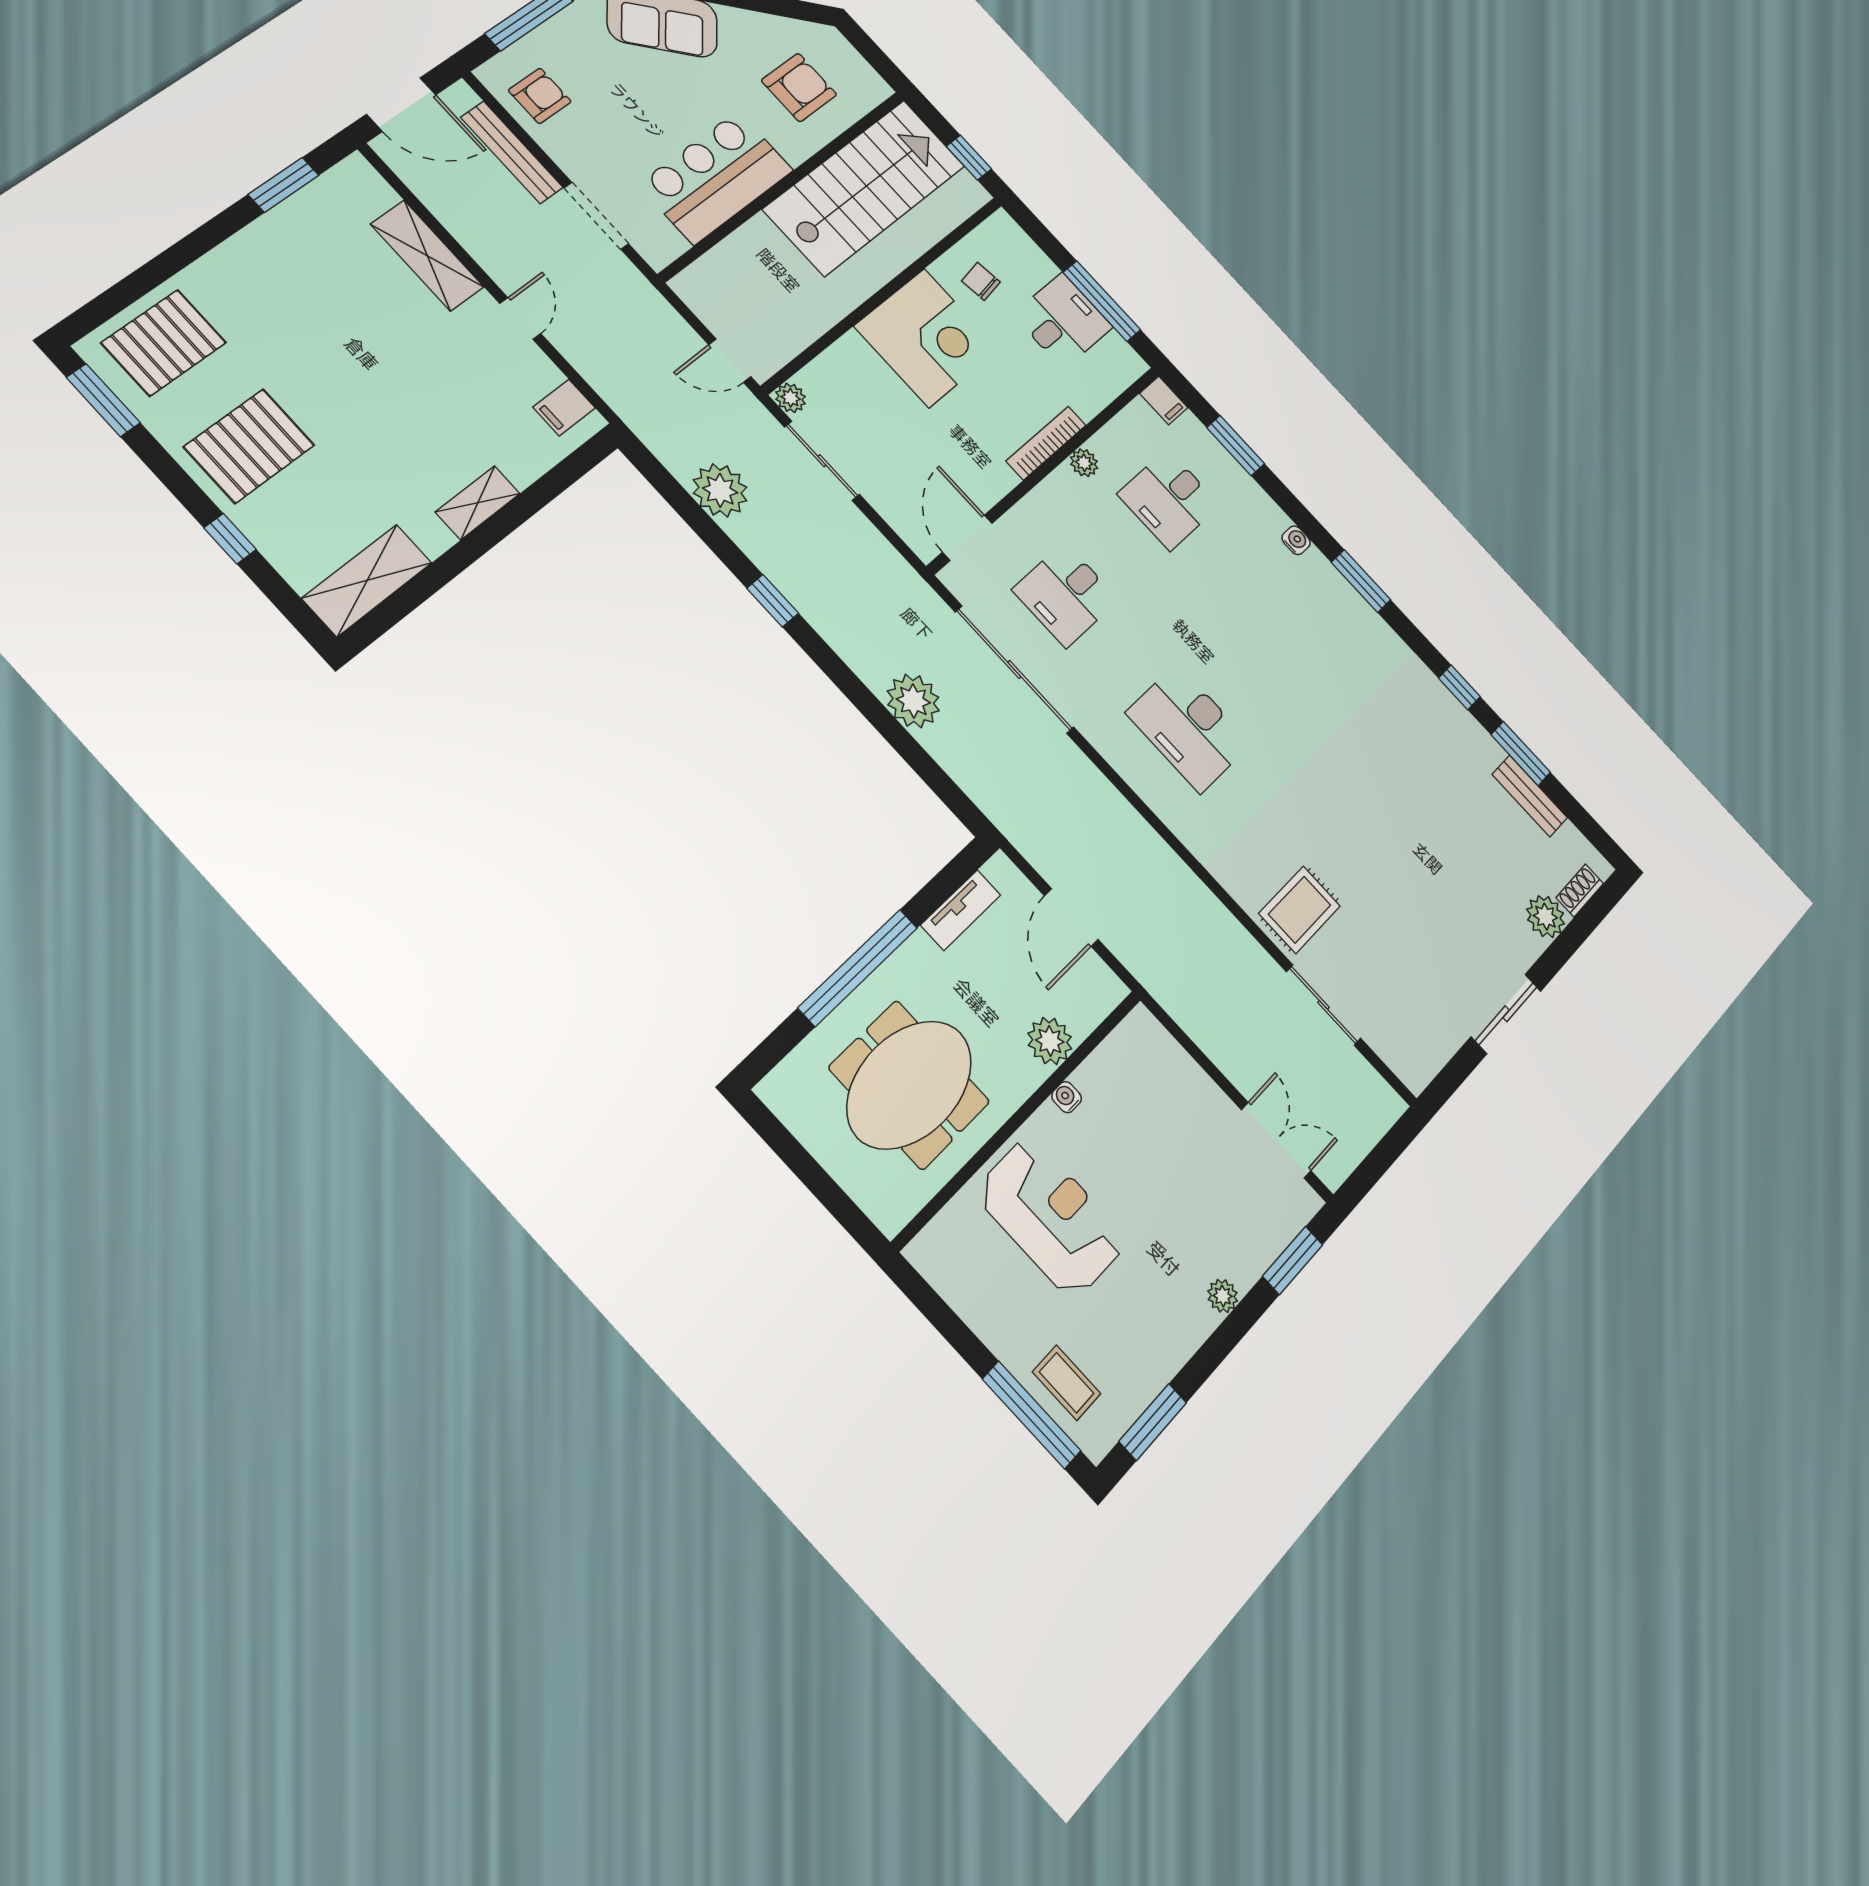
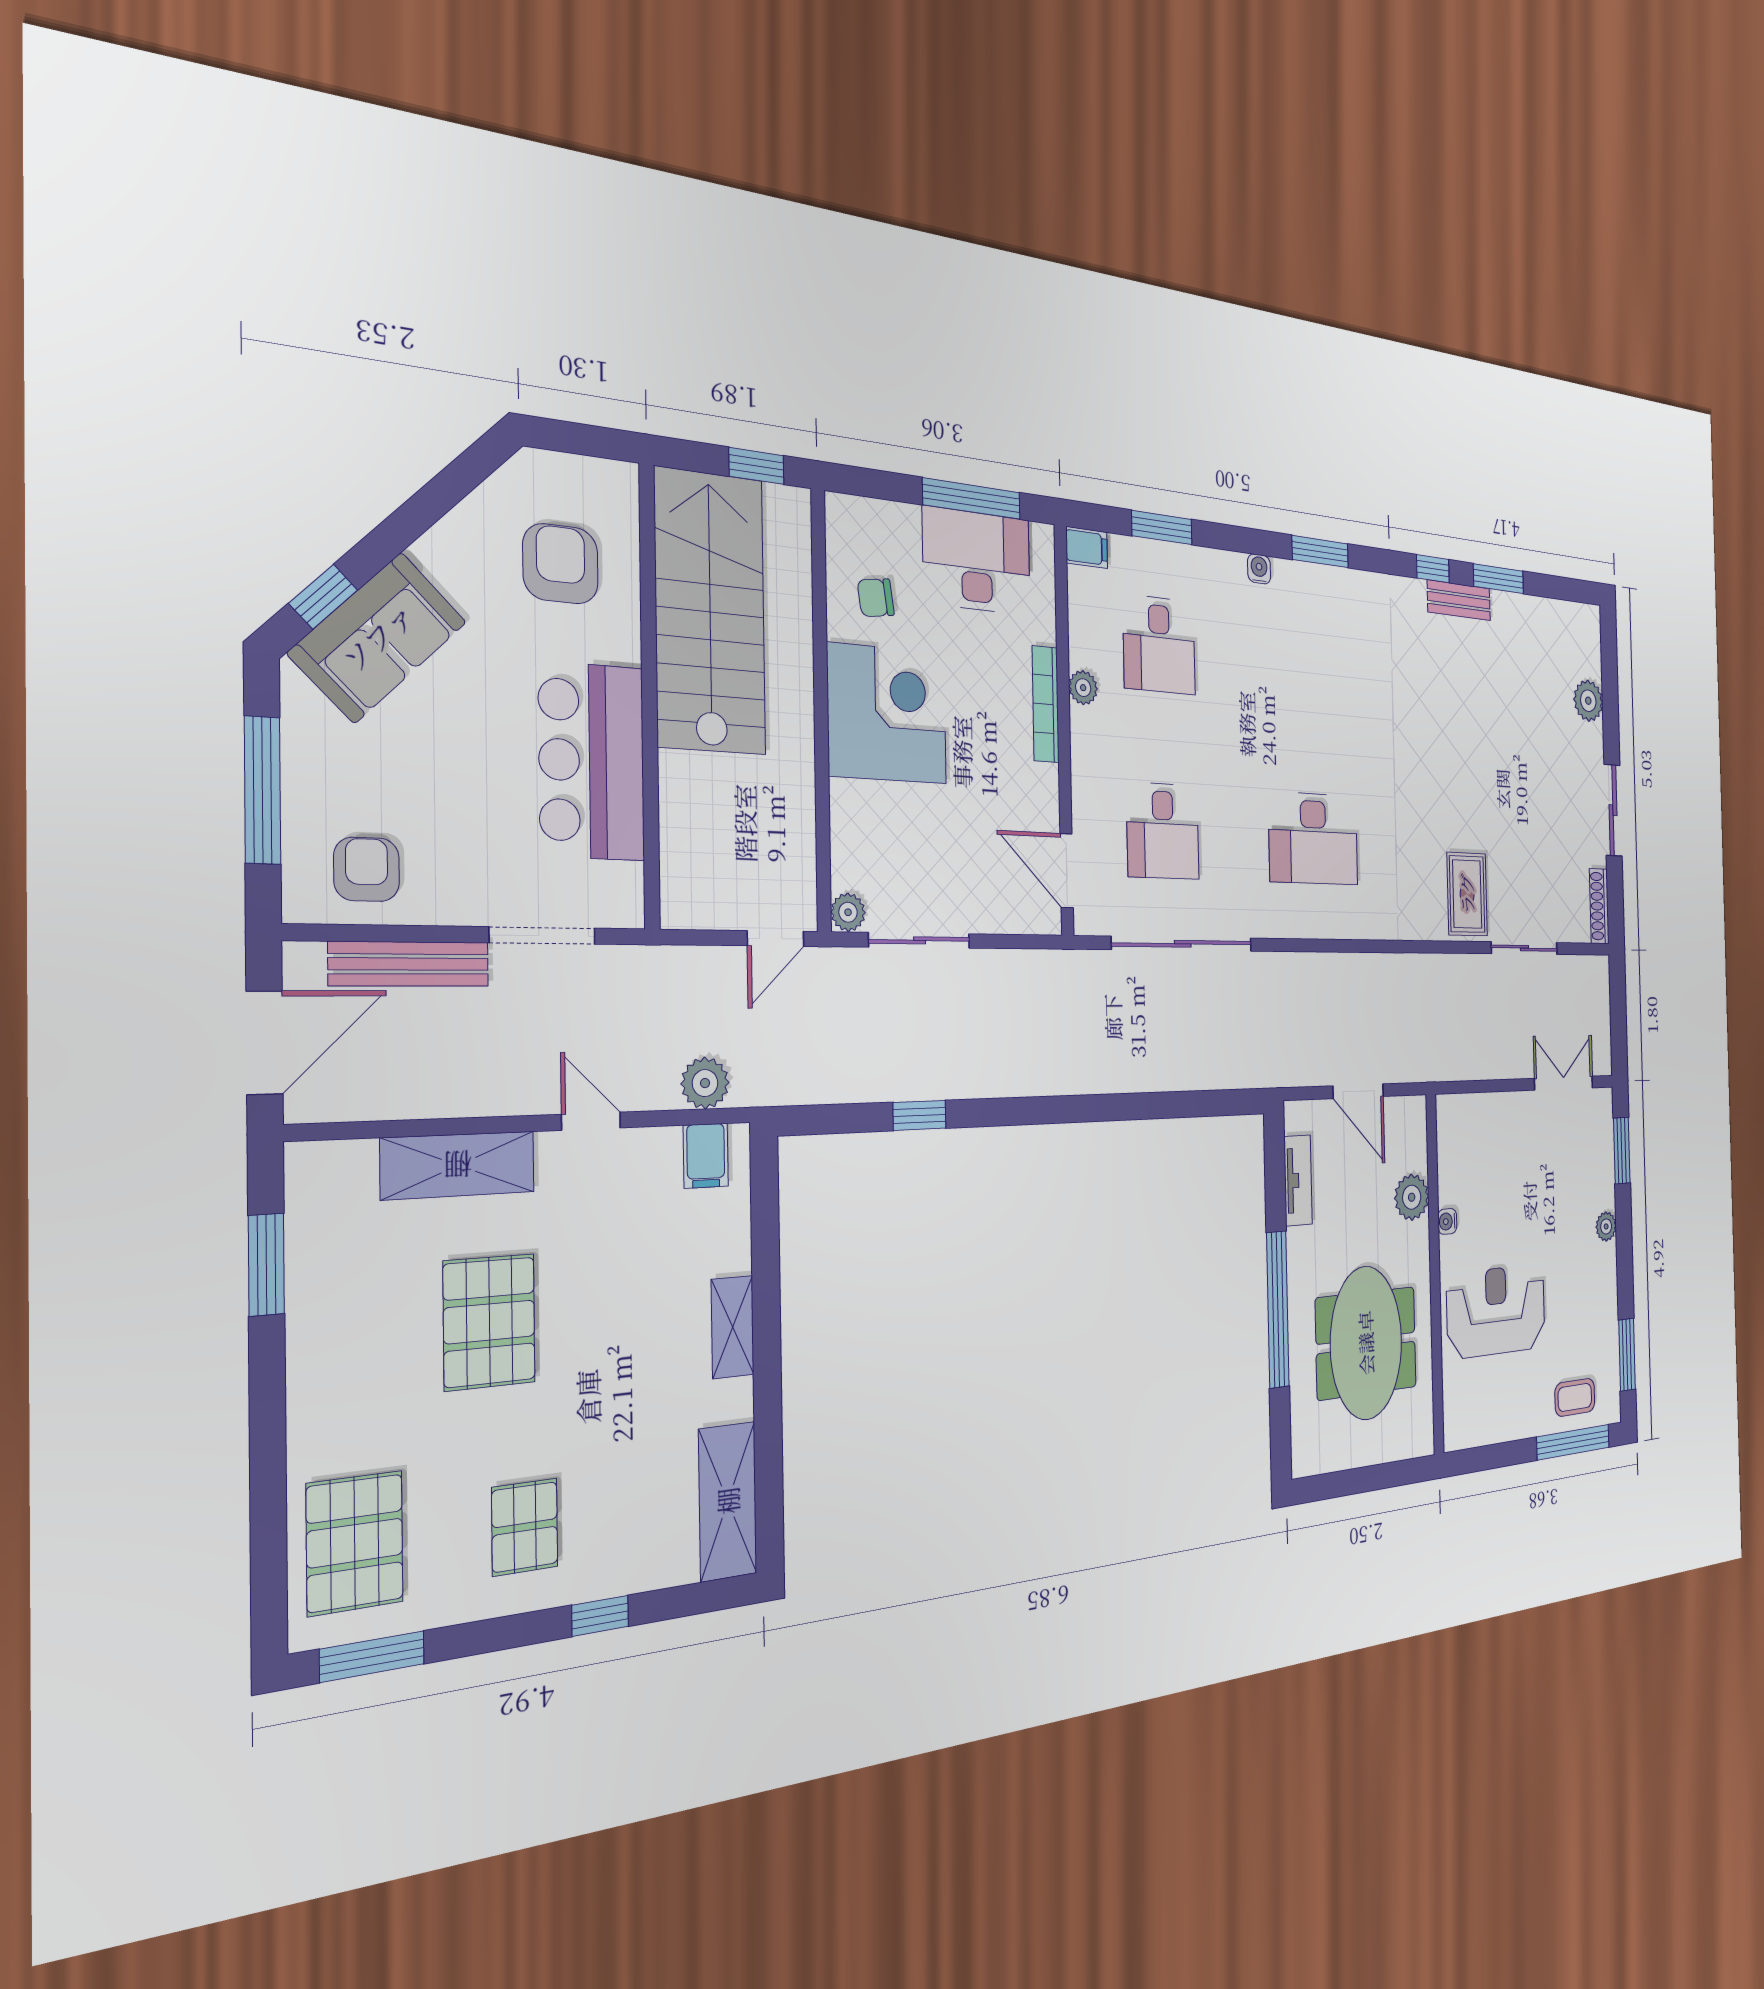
desk: (1063, 321) -> (977, 561), width x1.37
pallet: (354, 337) -> (489, 1322), added
pallet: (249, 446) -> (525, 1527), width x0.67, depth x0.71
plant: (720, 490) -> (705, 1083), moved, width x0.73, depth x0.73
window: (773, 601) -> (919, 1115), moved
plant: (913, 701) -> (1146, 1062), removed
bench: (1530, 796) -> (1459, 600), moved
shoe rack: (1580, 891) -> (1599, 906), moved, width x1.43

